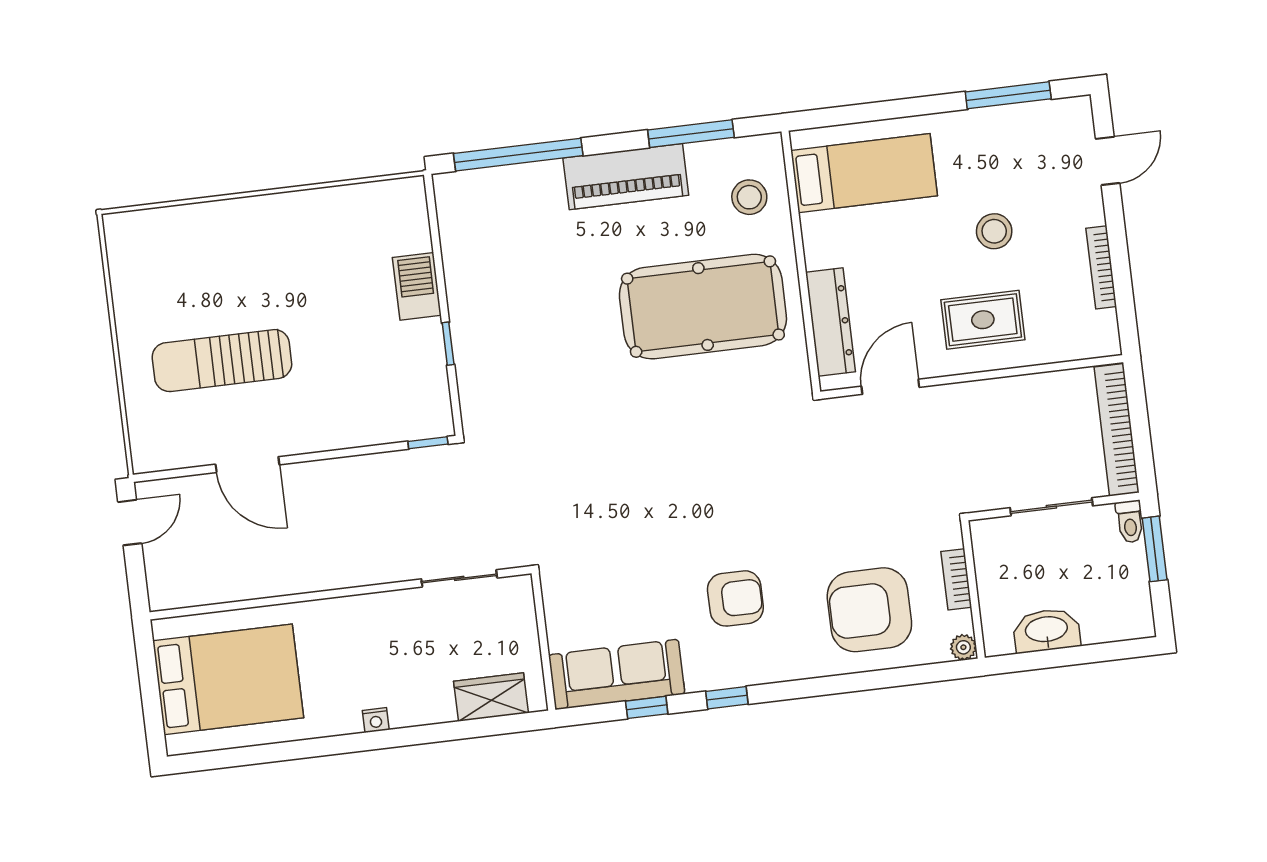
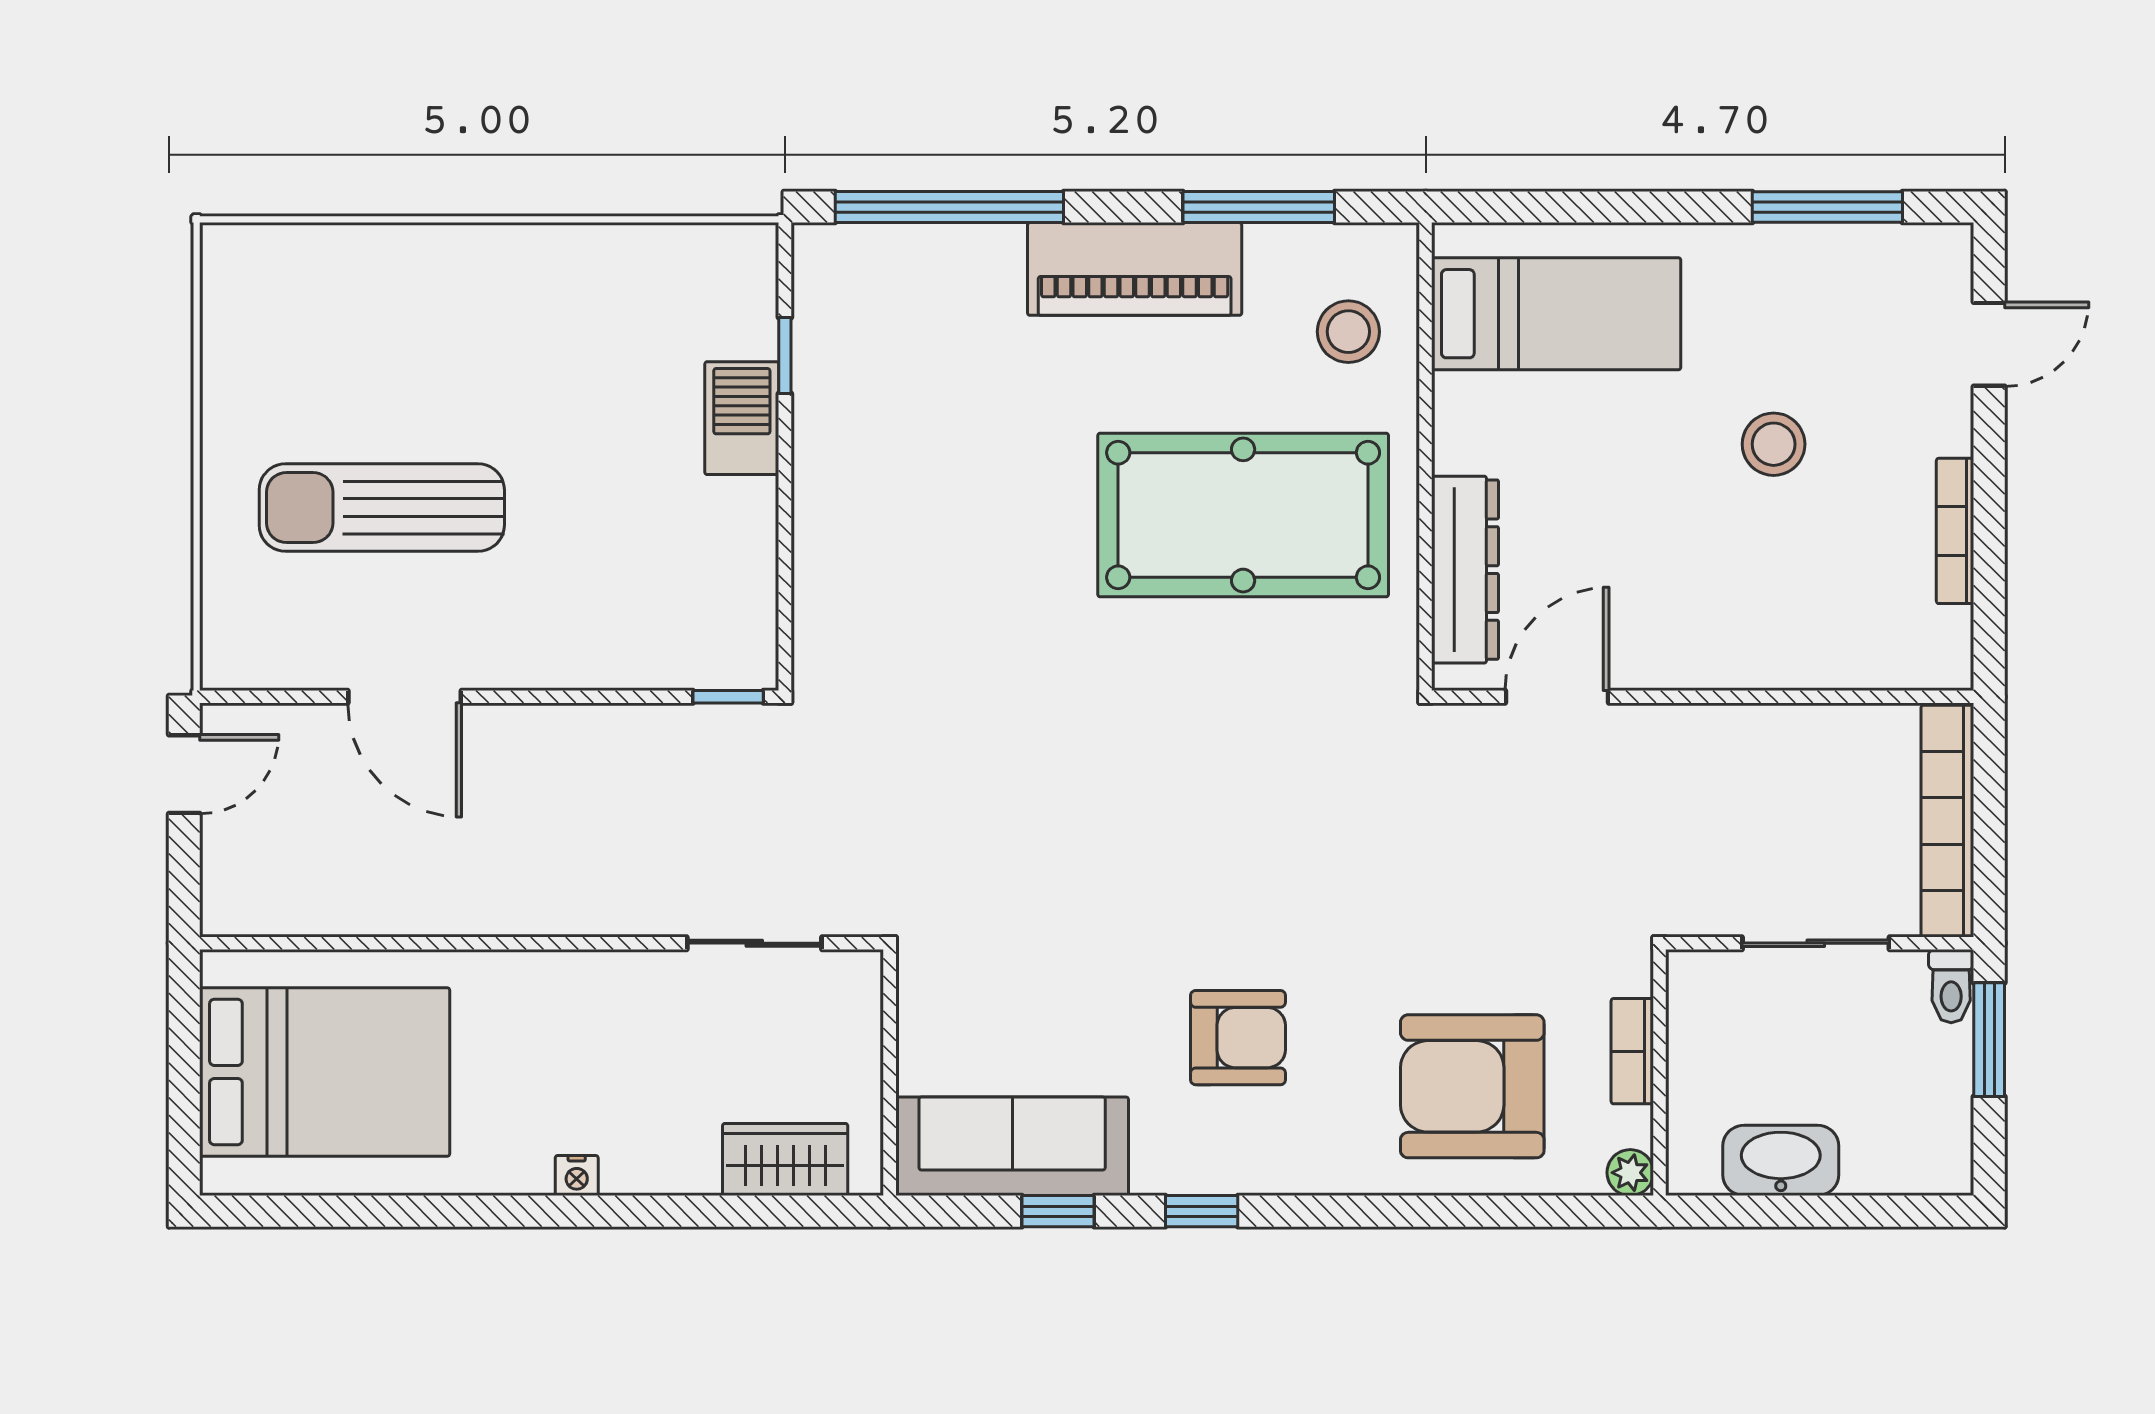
rug: (983, 320) -> (1735, 598), removed
window: (448, 344) -> (785, 356), moved

